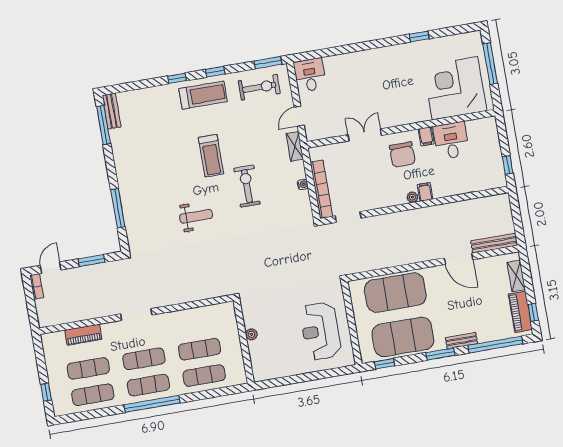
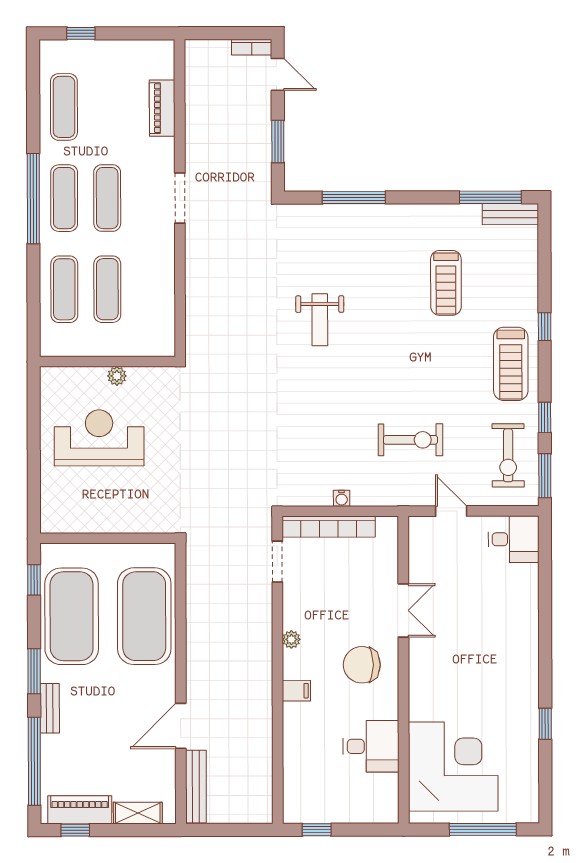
window: (215, 72) -> (545, 417), moved
filing cabinet: (426, 136) -> (384, 708), removed
shelving: (295, 146) -> (404, 496), removed
treadmill: (211, 156) -> (446, 283), moved, turned -90
exercise bike: (247, 186) -> (411, 440), moved
plant: (412, 197) -> (291, 639), moved
reception desk: (320, 331) -> (99, 438), moved
exercise mat: (88, 368) -> (107, 107), removed

